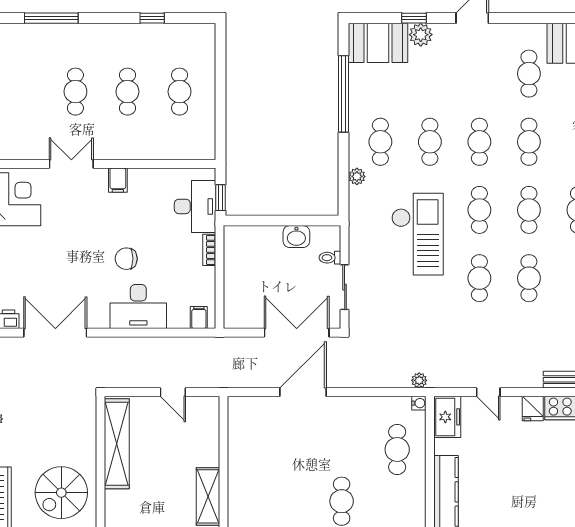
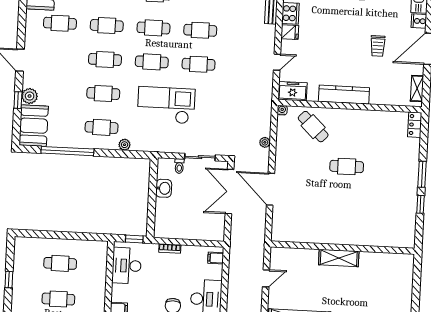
desk: (195, 206) -> (127, 266), moved, turned -90
plant: (419, 380) -> (265, 142), moved
cafe table: (397, 449) -> (313, 127), turned 44

